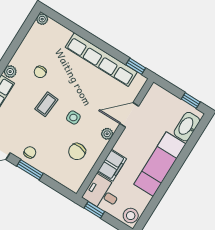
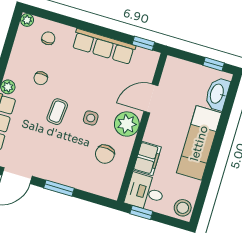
row of seats: (101, 60) -> (104, 46), width x0.73
plant: (107, 134) -> (127, 124), width x1.87, depth x1.87
chair: (30, 152) -> (48, 38), moved

